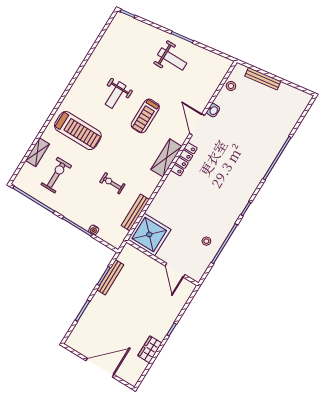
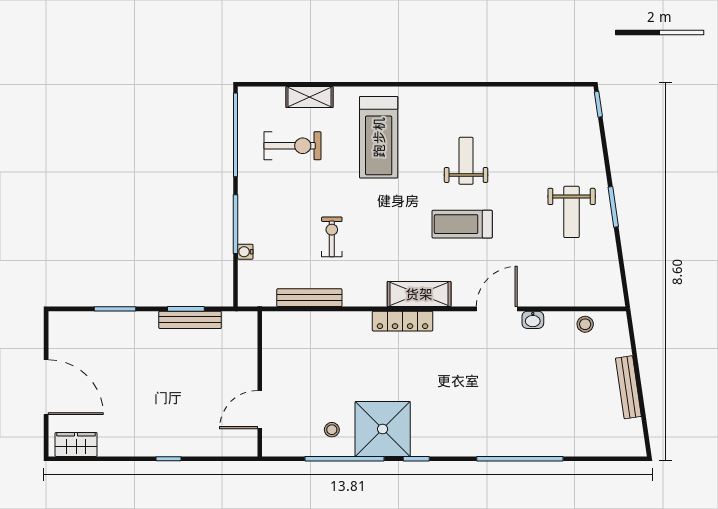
bench: (263, 79) -> (628, 387), moved
weight bench: (116, 95) -> (466, 161), turned 90
locker: (184, 159) -> (403, 321), moved
shower: (149, 234) -> (383, 429), moved
wardrobe: (150, 349) -> (76, 444), moved

